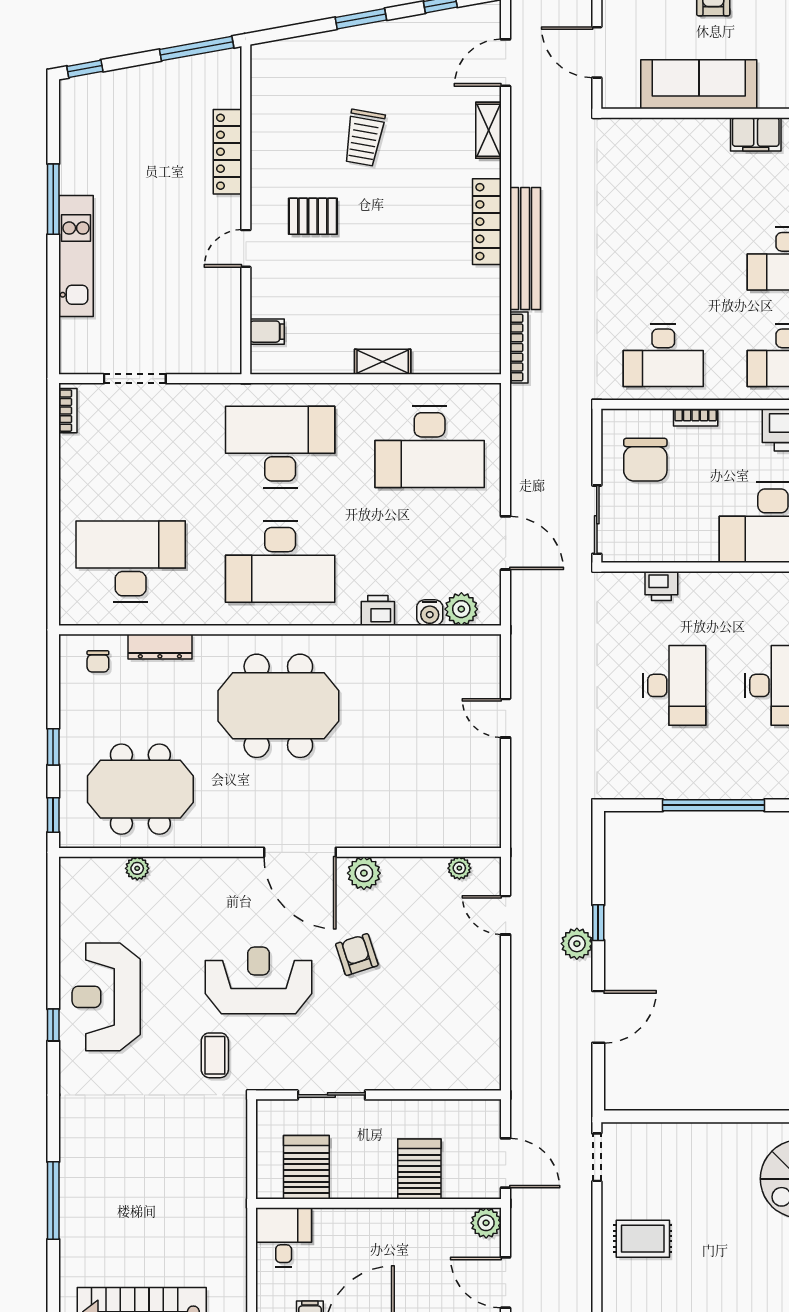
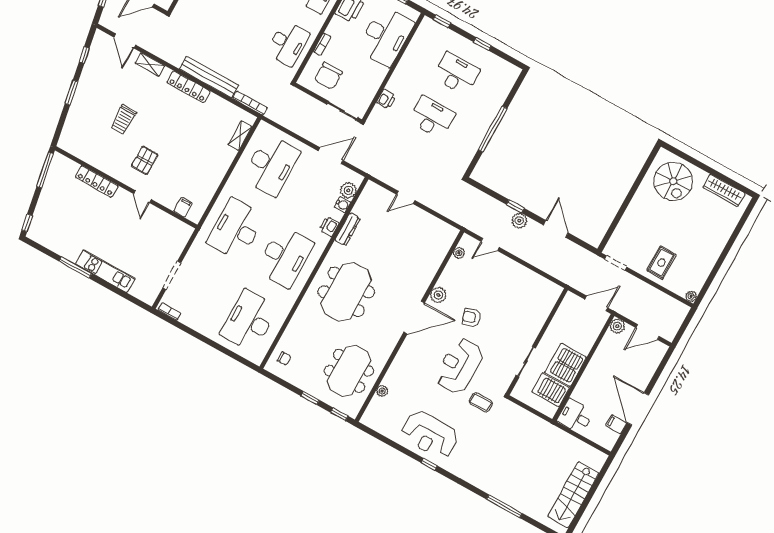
trolley: (364, 138) -> (123, 120), turned 80
shelving: (383, 362) -> (240, 136), moved
chair: (645, 460) -> (328, 76), turned 90
dresser: (160, 647) -> (348, 229), moved
server rack: (419, 1169) -> (566, 365), moved, width x1.60

